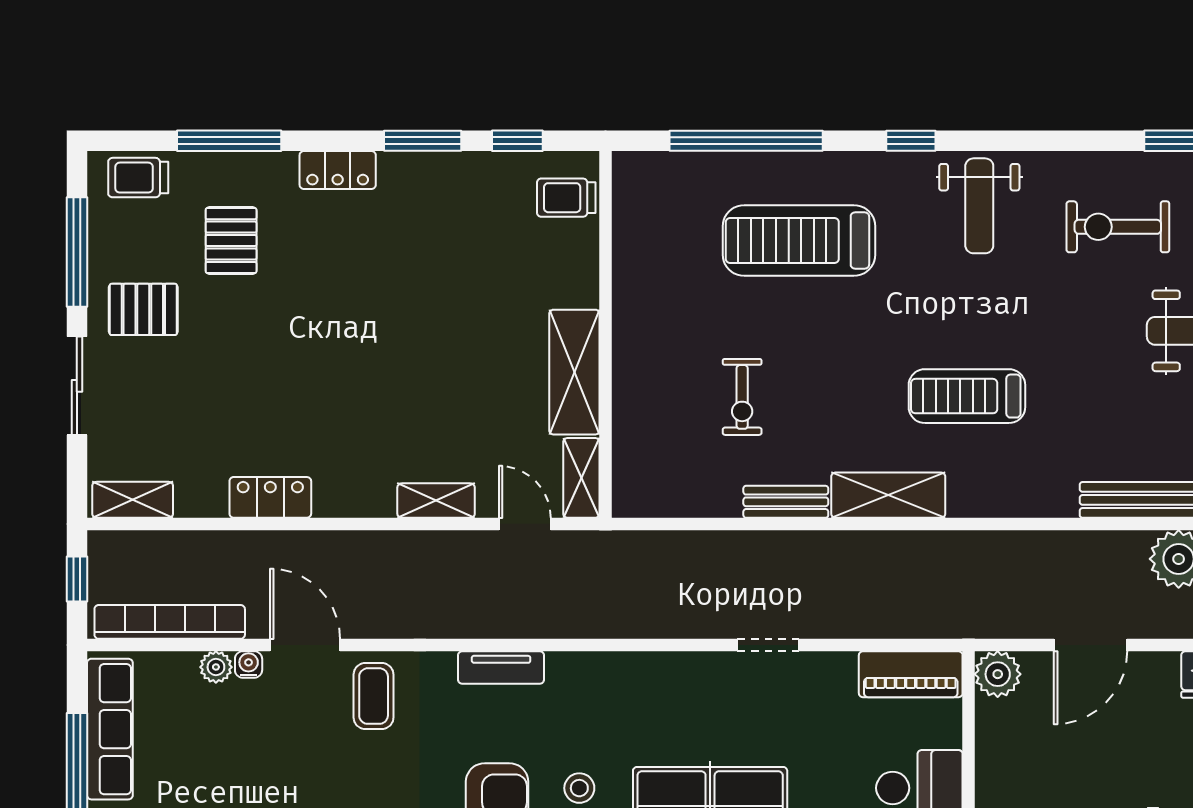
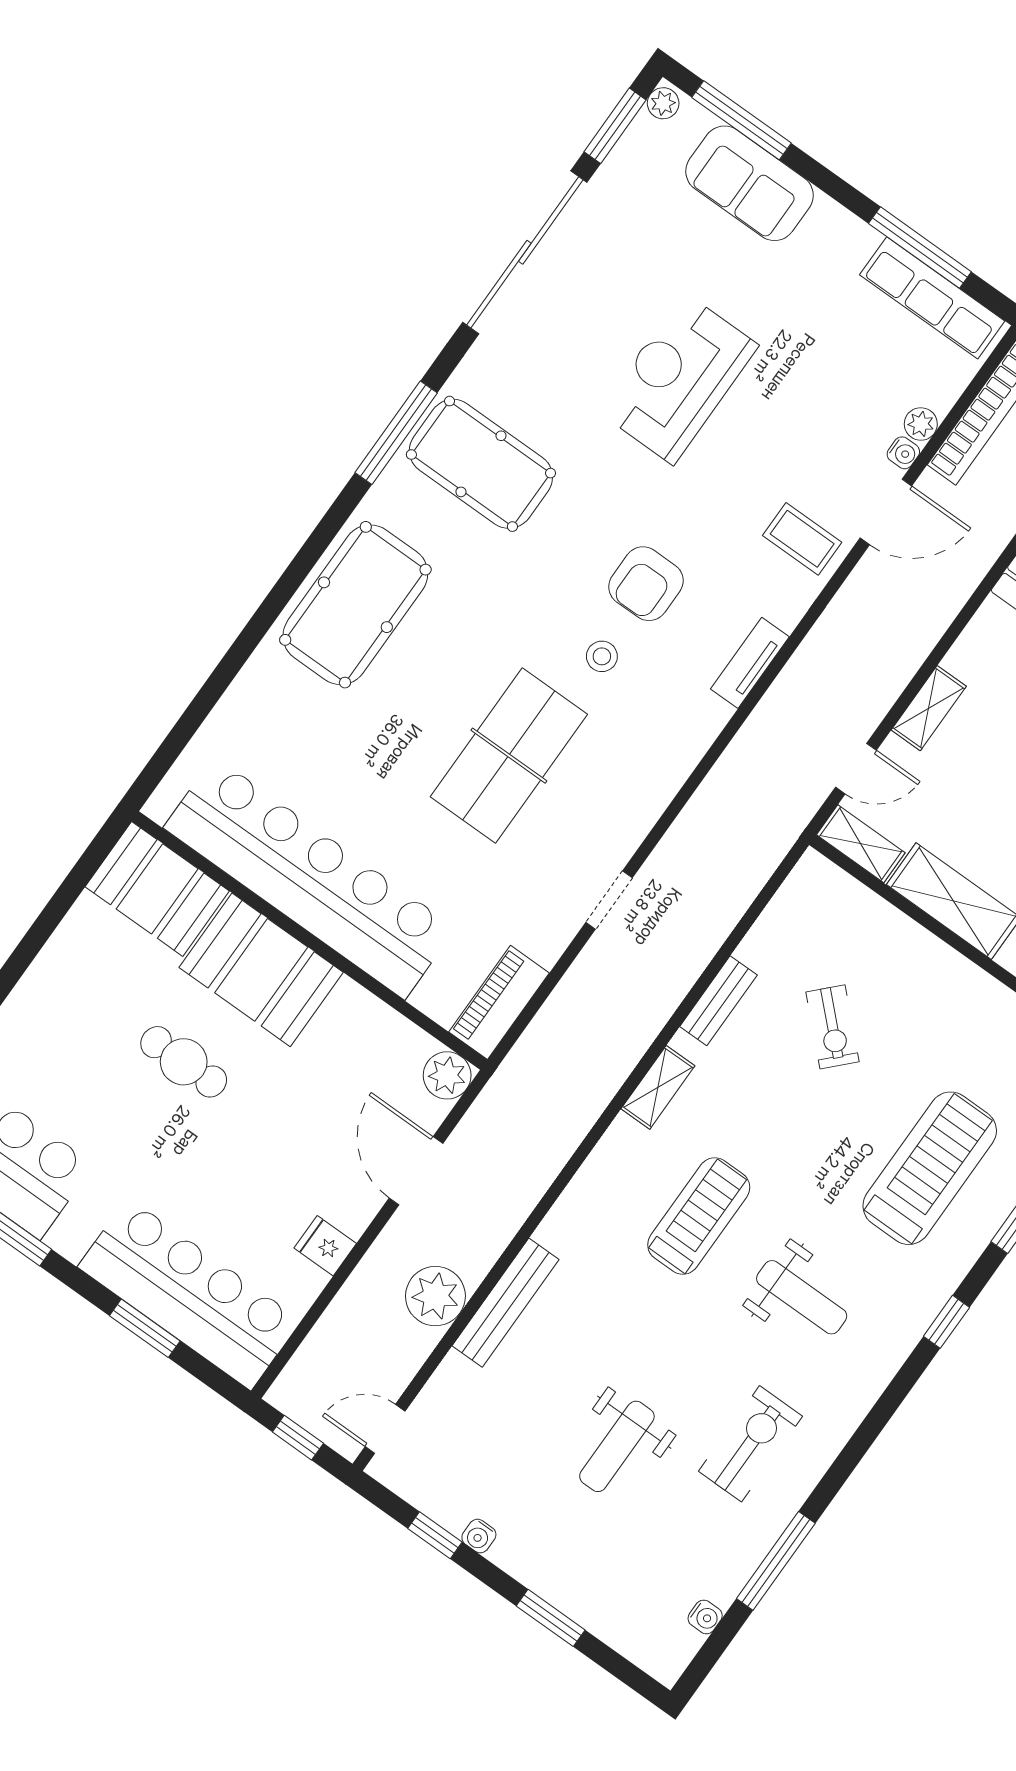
weight bench: (979, 206) -> (802, 1297), moved, turned 180
exercise bike: (742, 397) -> (833, 1027), turned -136
shelving: (888, 495) -> (658, 1087), width x0.67, depth x0.75

